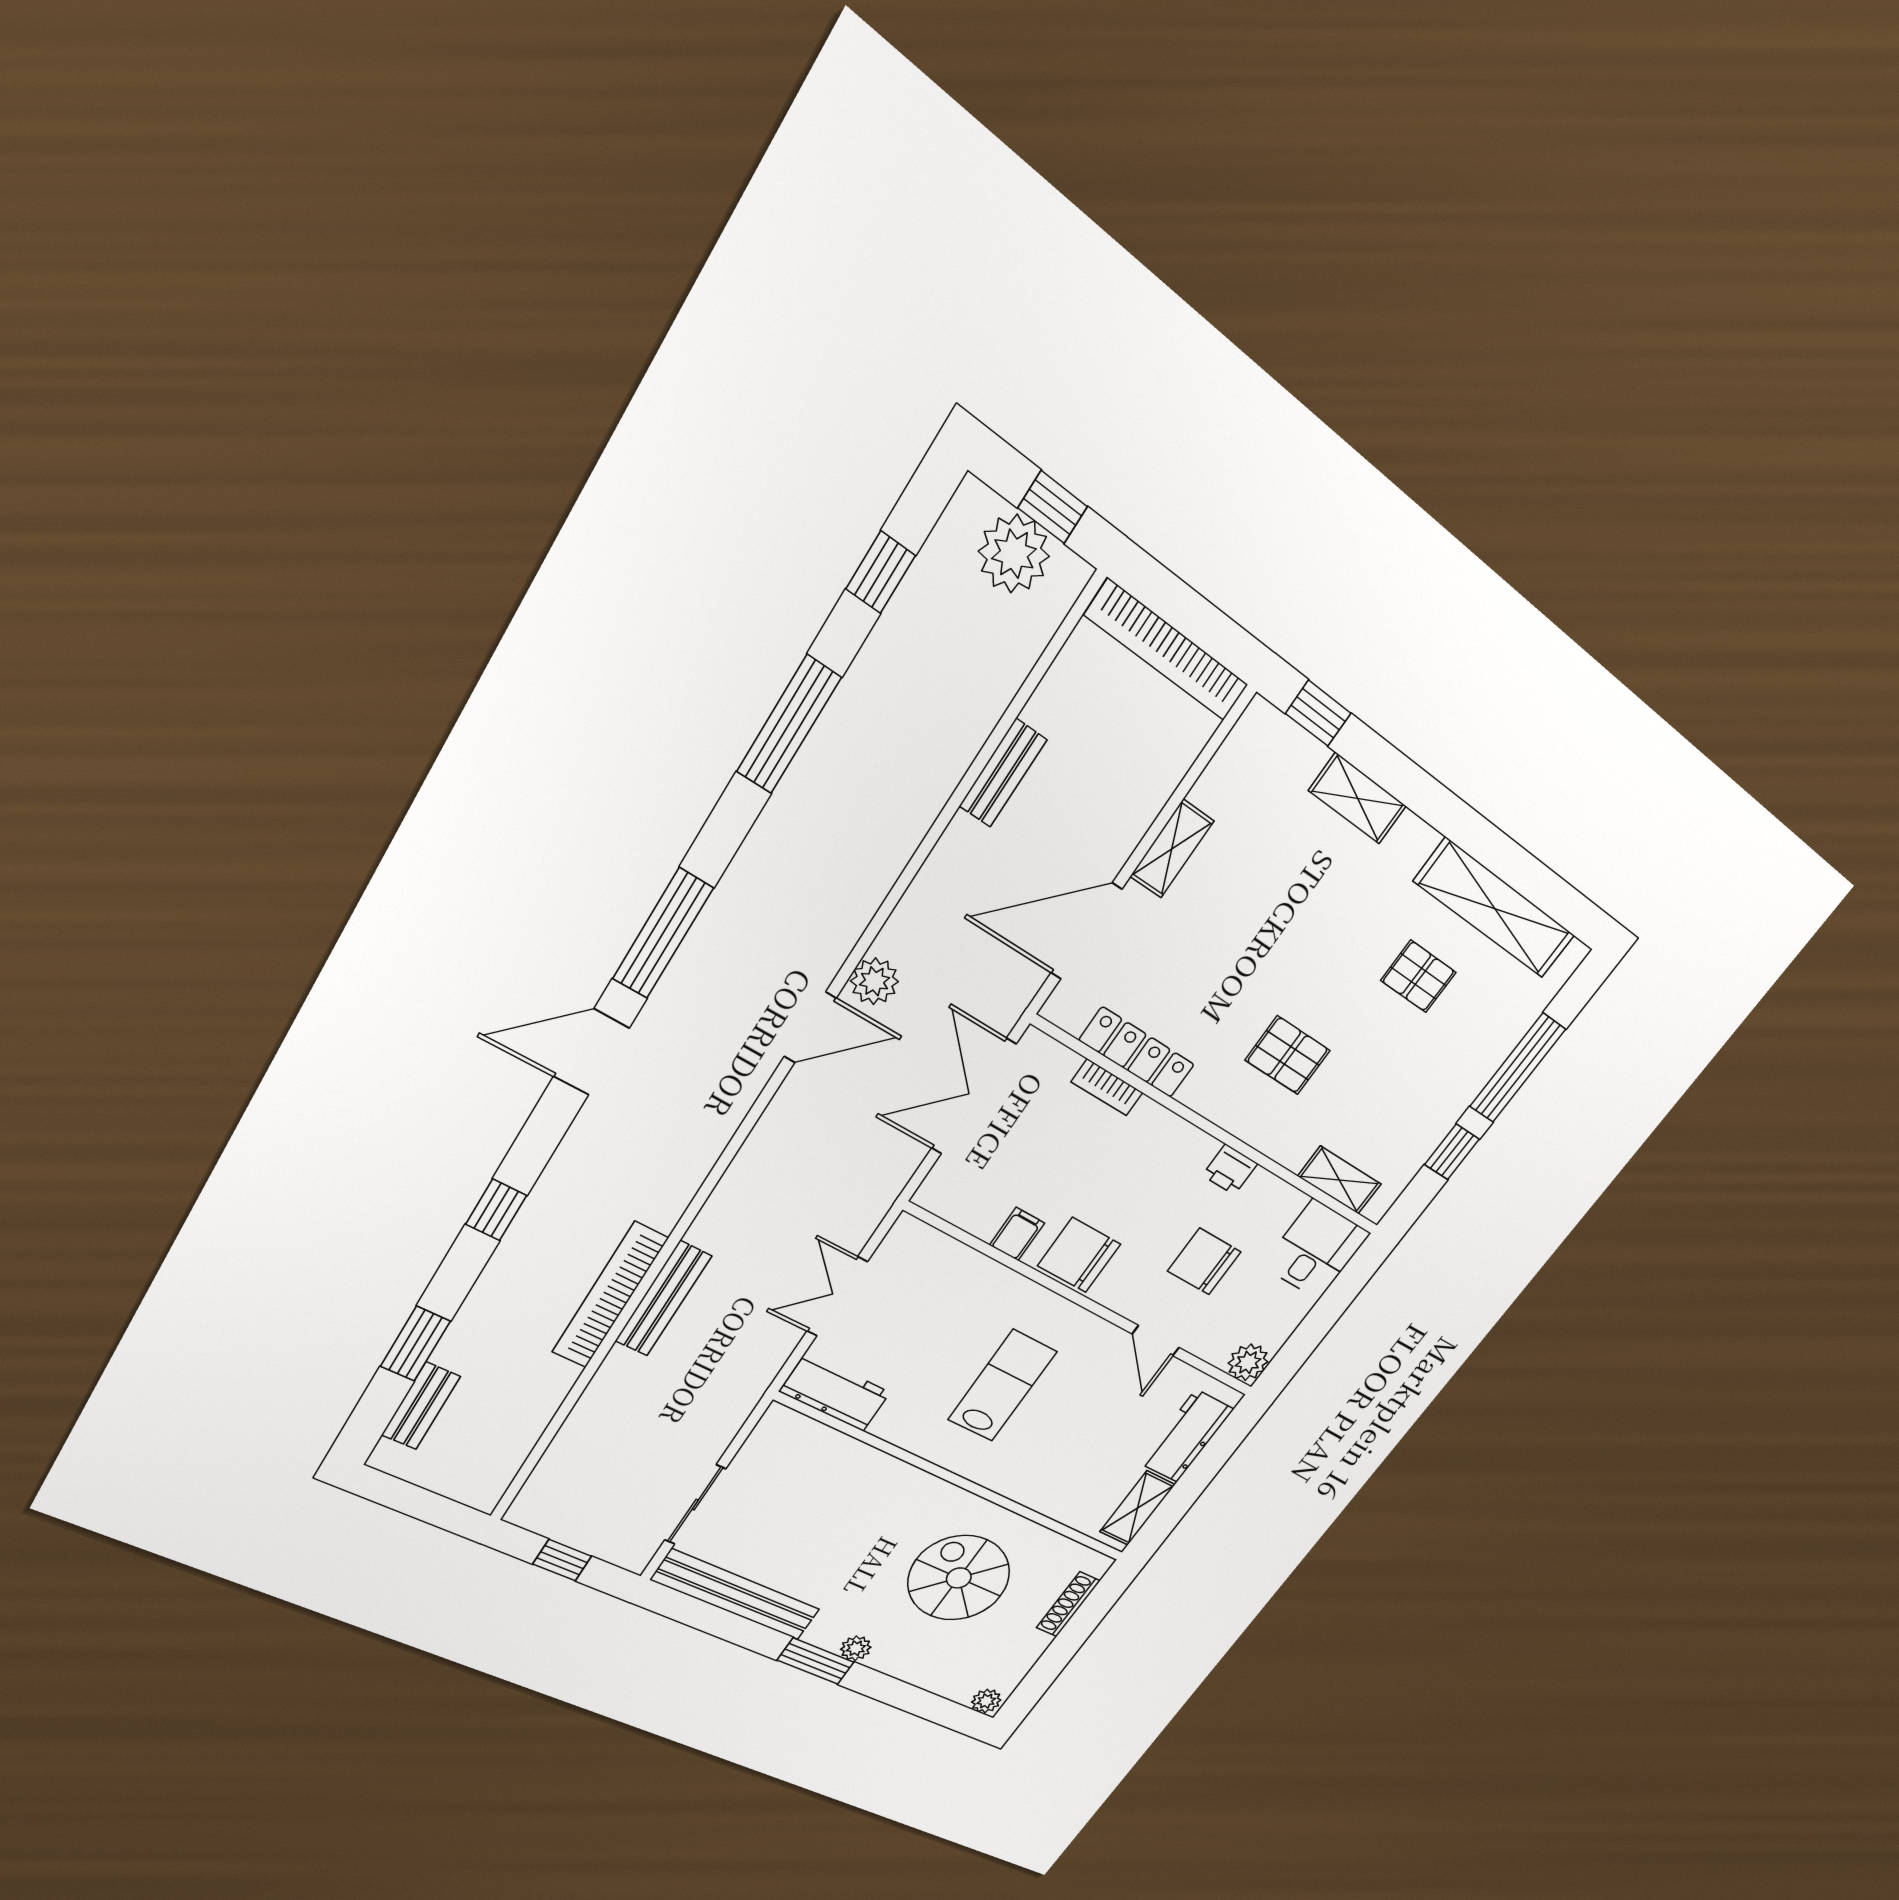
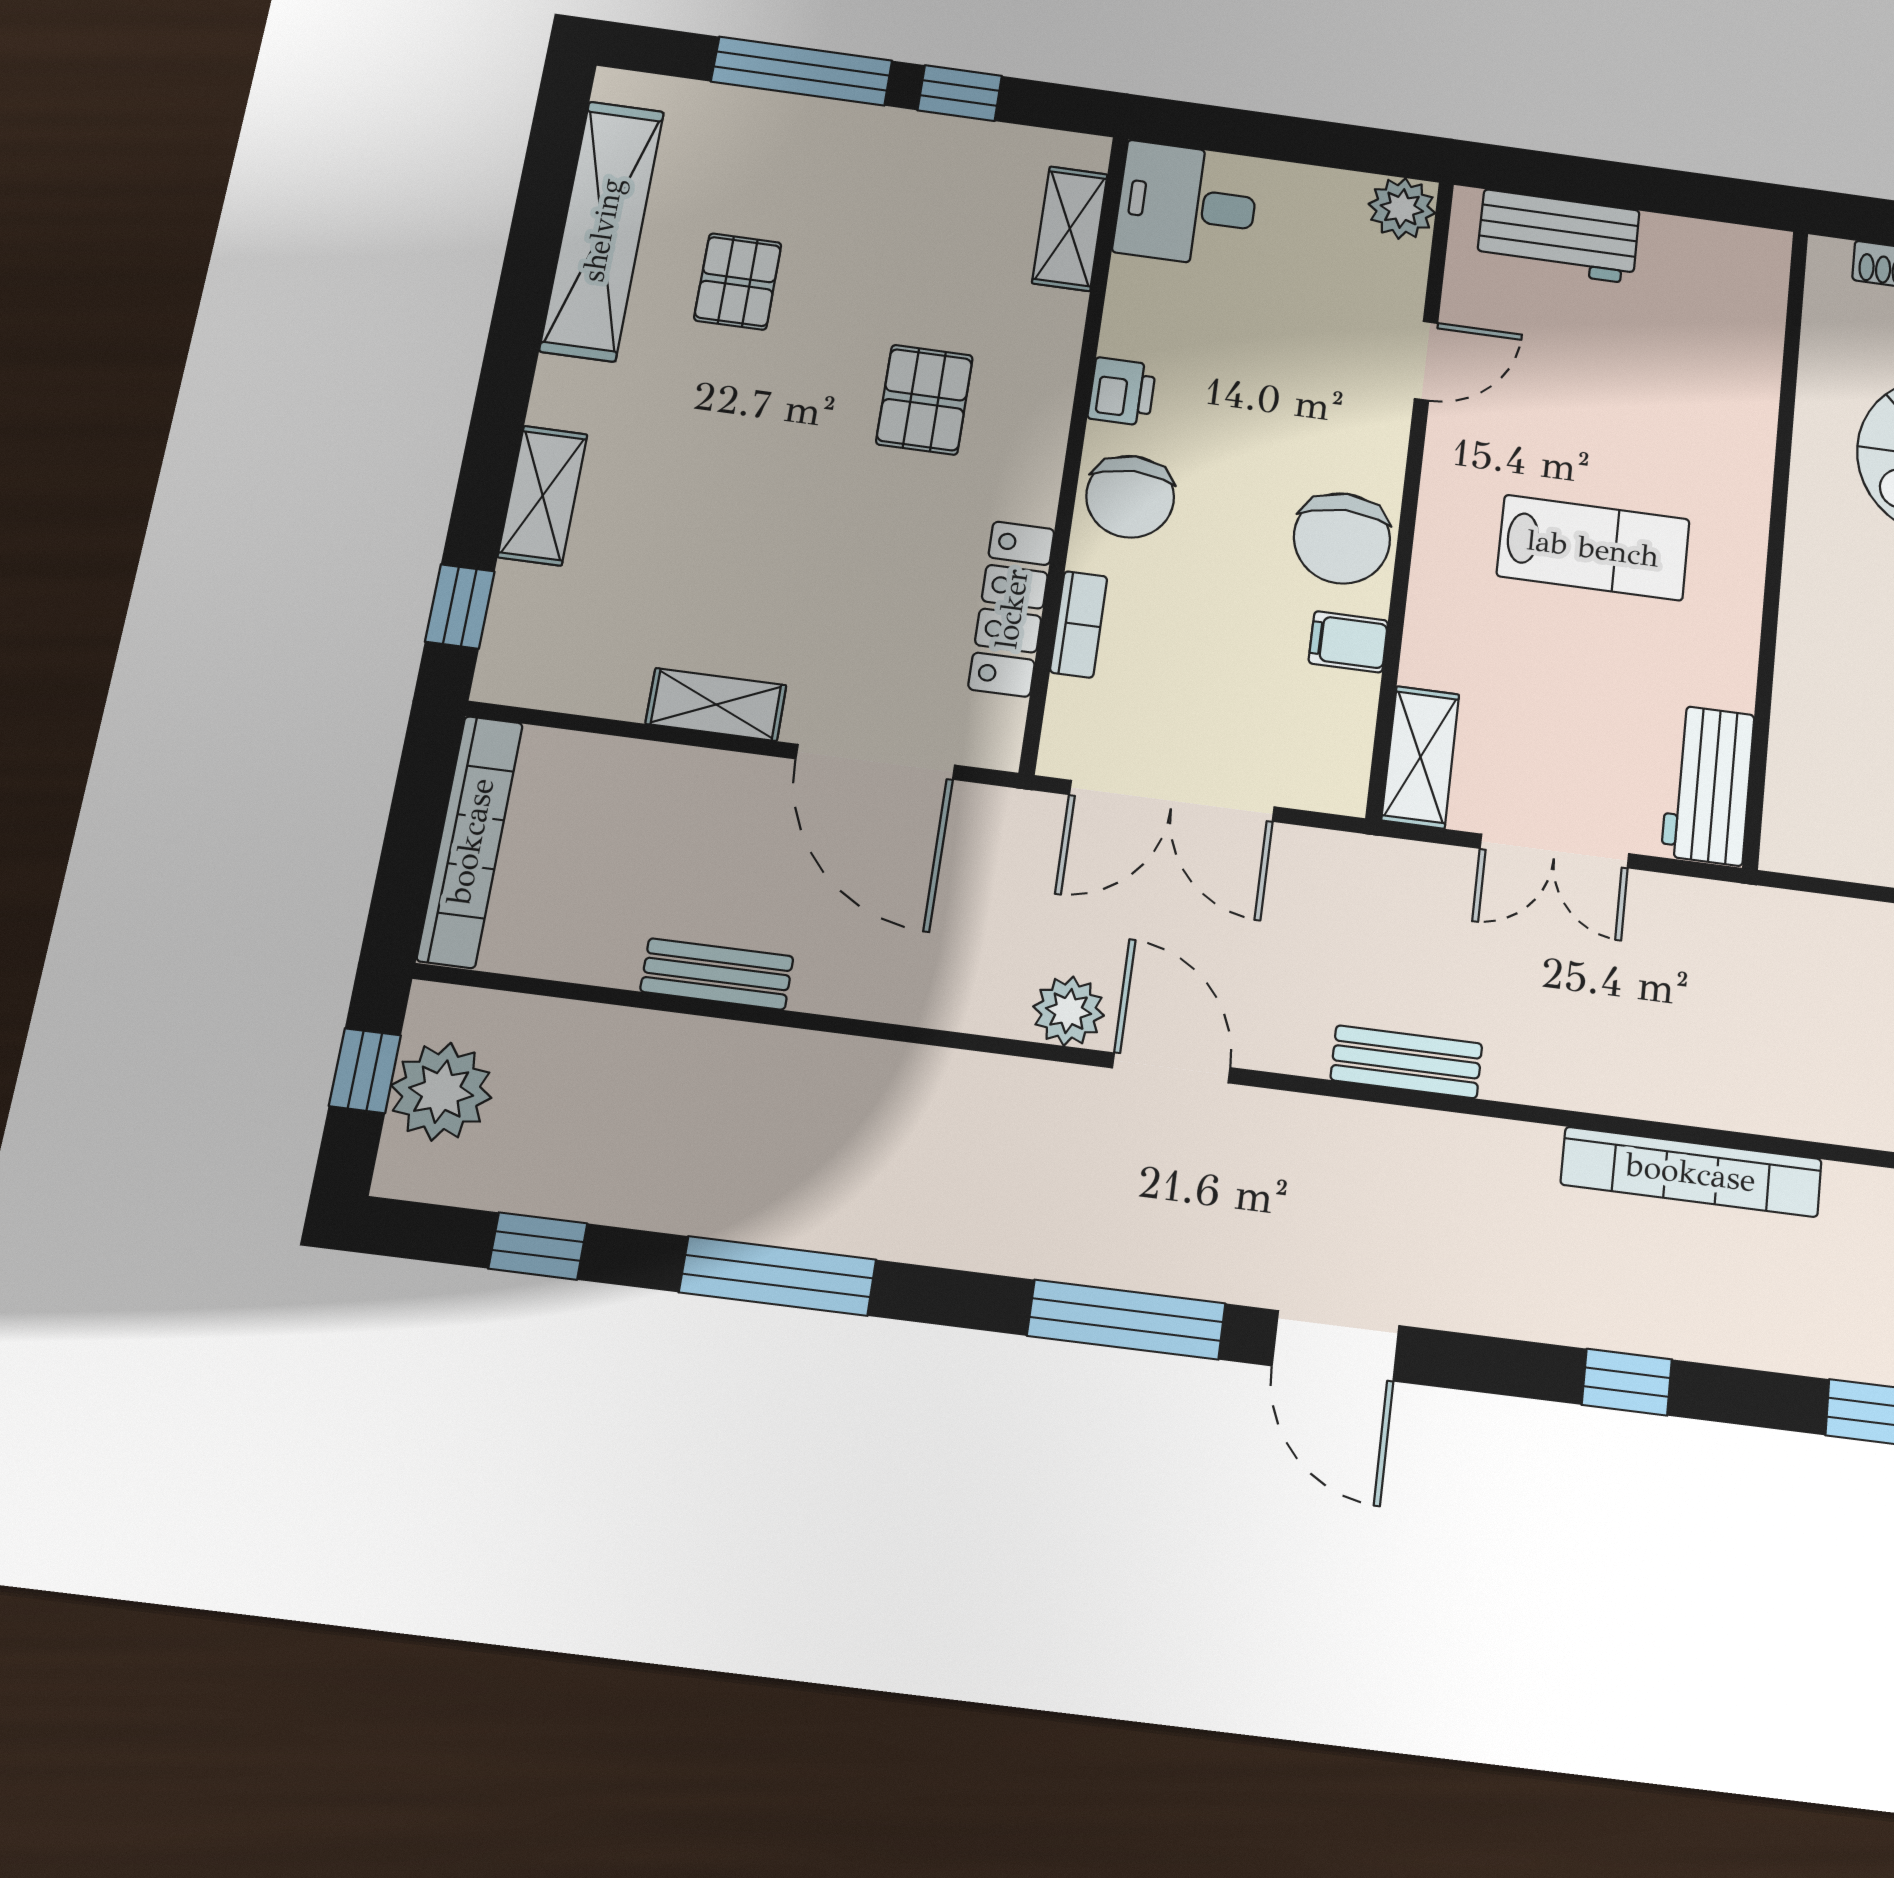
chair: (1204, 1262) -> (1130, 497), moved
bench: (663, 1299) -> (1406, 1062), moved, width x0.73
lab bench: (1002, 1386) -> (1593, 548), turned 180
shelving: (1137, 1508) -> (1420, 757), moved, turned 90

